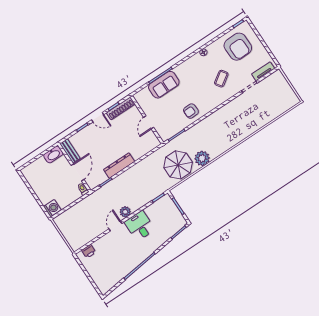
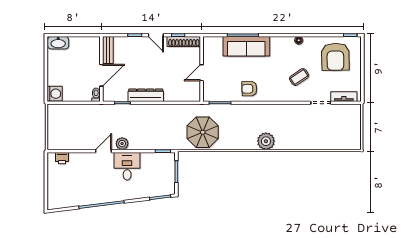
sofa: (164, 85) -> (246, 46), width x1.36
washbasin: (53, 154) -> (58, 43), moved
plant: (202, 158) -> (266, 141), moved

